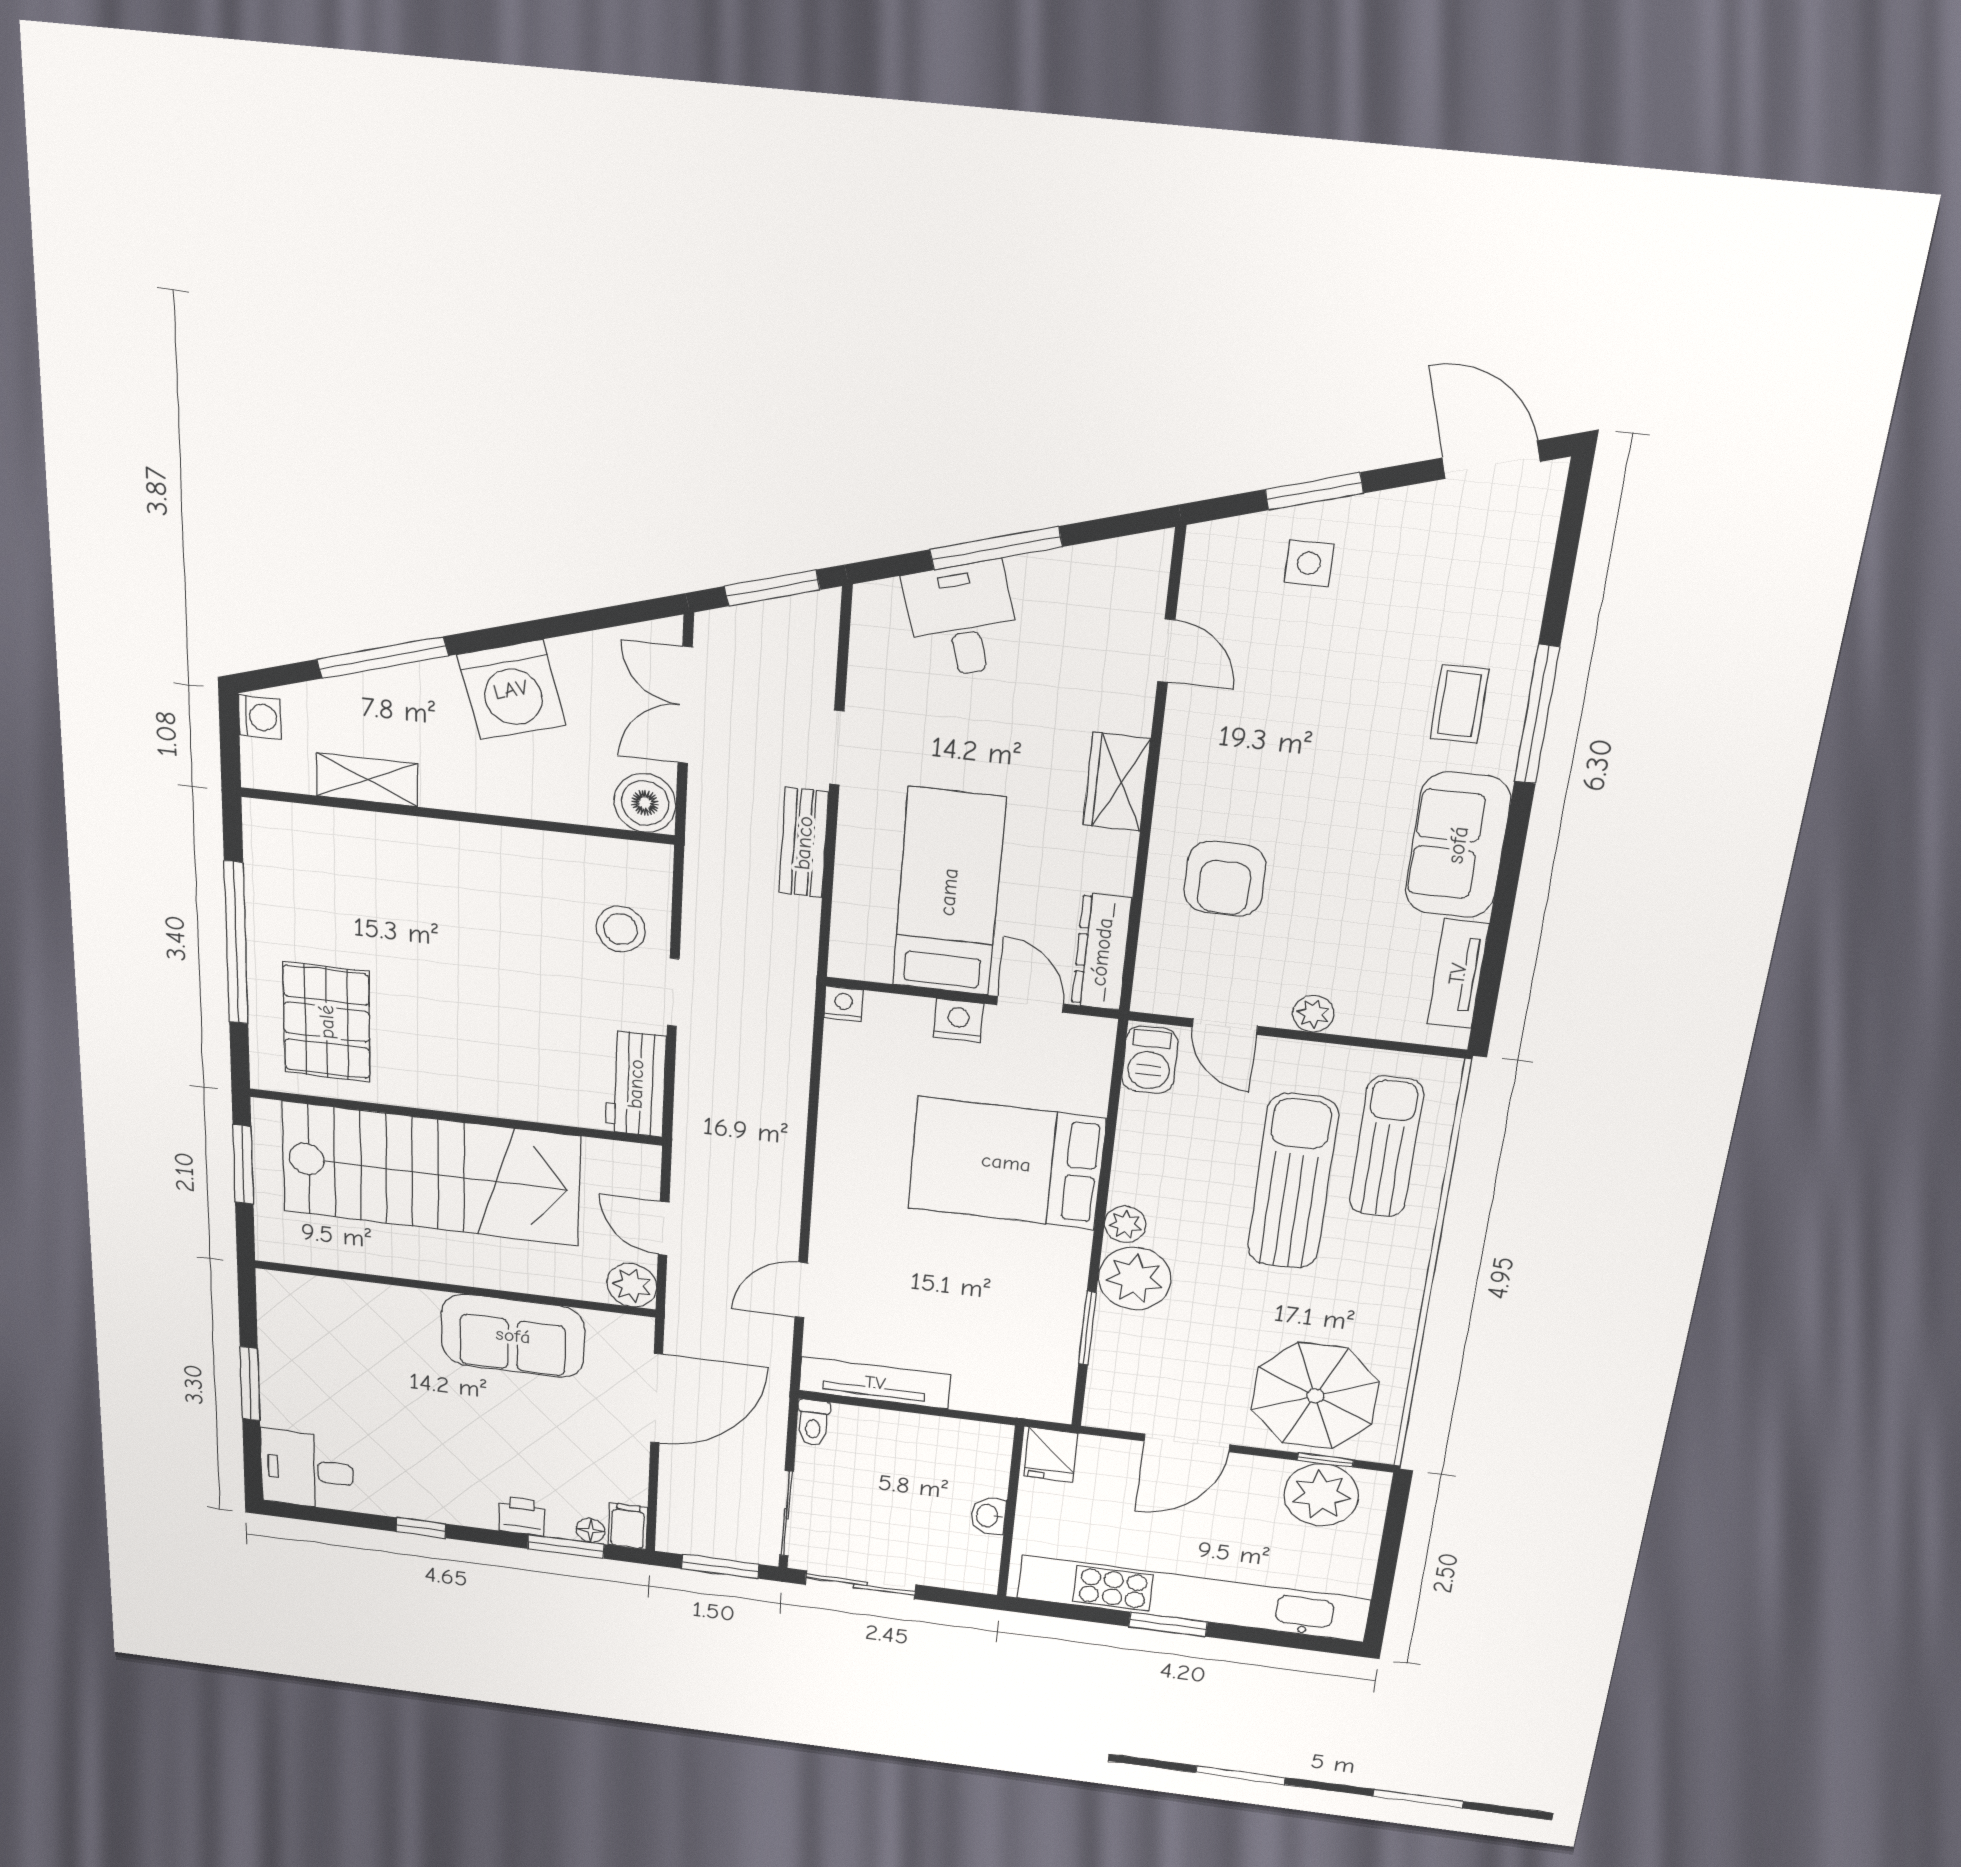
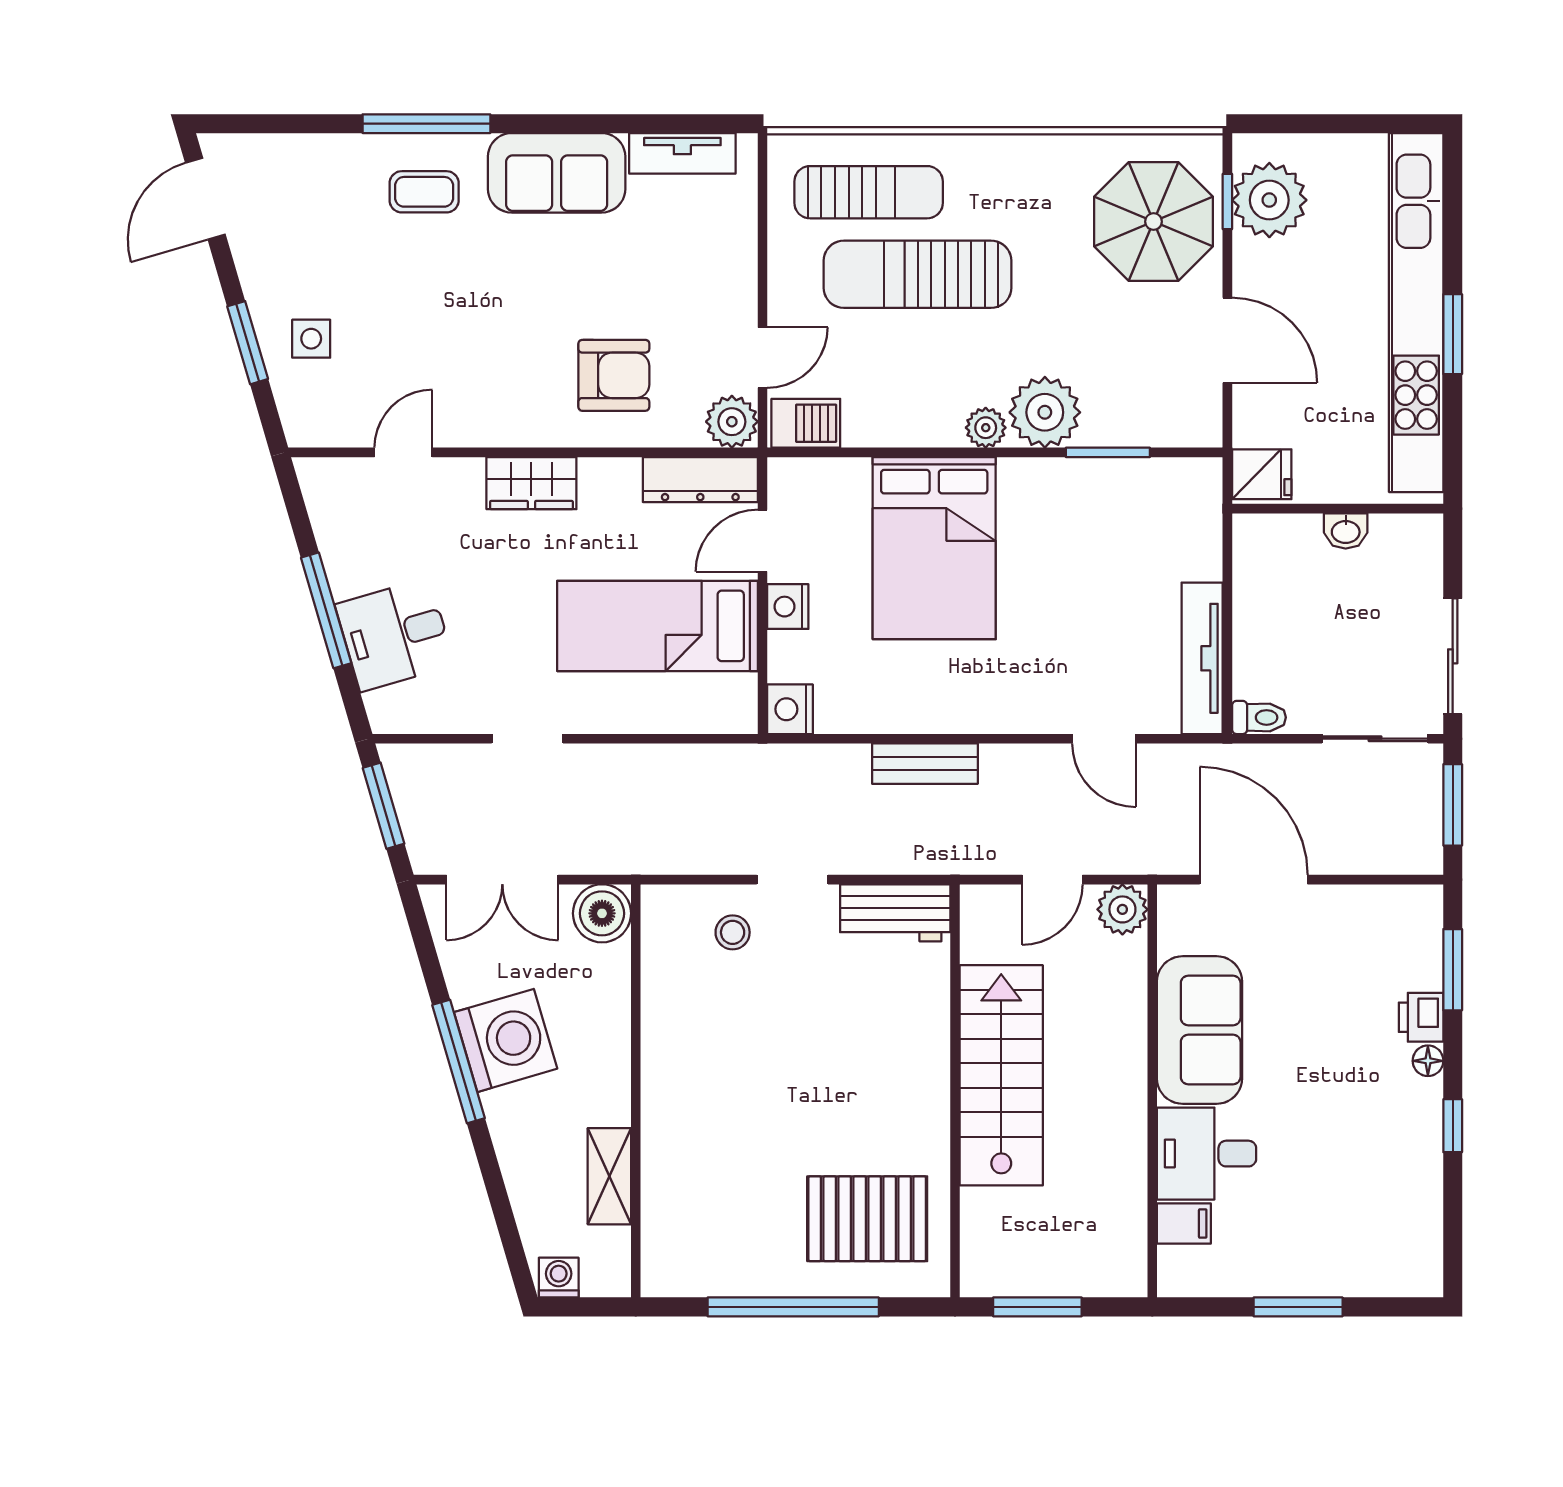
window: (382, 658) -> (459, 1062), moved
bench: (804, 843) -> (925, 764), moved
stool: (621, 929) -> (733, 932), width x0.73, depth x0.73
nightstand: (844, 1004) -> (790, 709), width x1.39, depth x1.35
plant: (1313, 1014) -> (732, 422), moved, width x1.38, depth x1.38
sun lounger: (1386, 1147) -> (869, 192), turned 180
stairs: (431, 1174) -> (1001, 1075), width x0.73, depth x0.66
desk: (307, 1470) -> (1207, 1154), moved, turned 90
filing cabinet: (628, 1526) -> (1184, 1223), moved, turned 180
floor lamp: (591, 1530) -> (1428, 1061), moved

